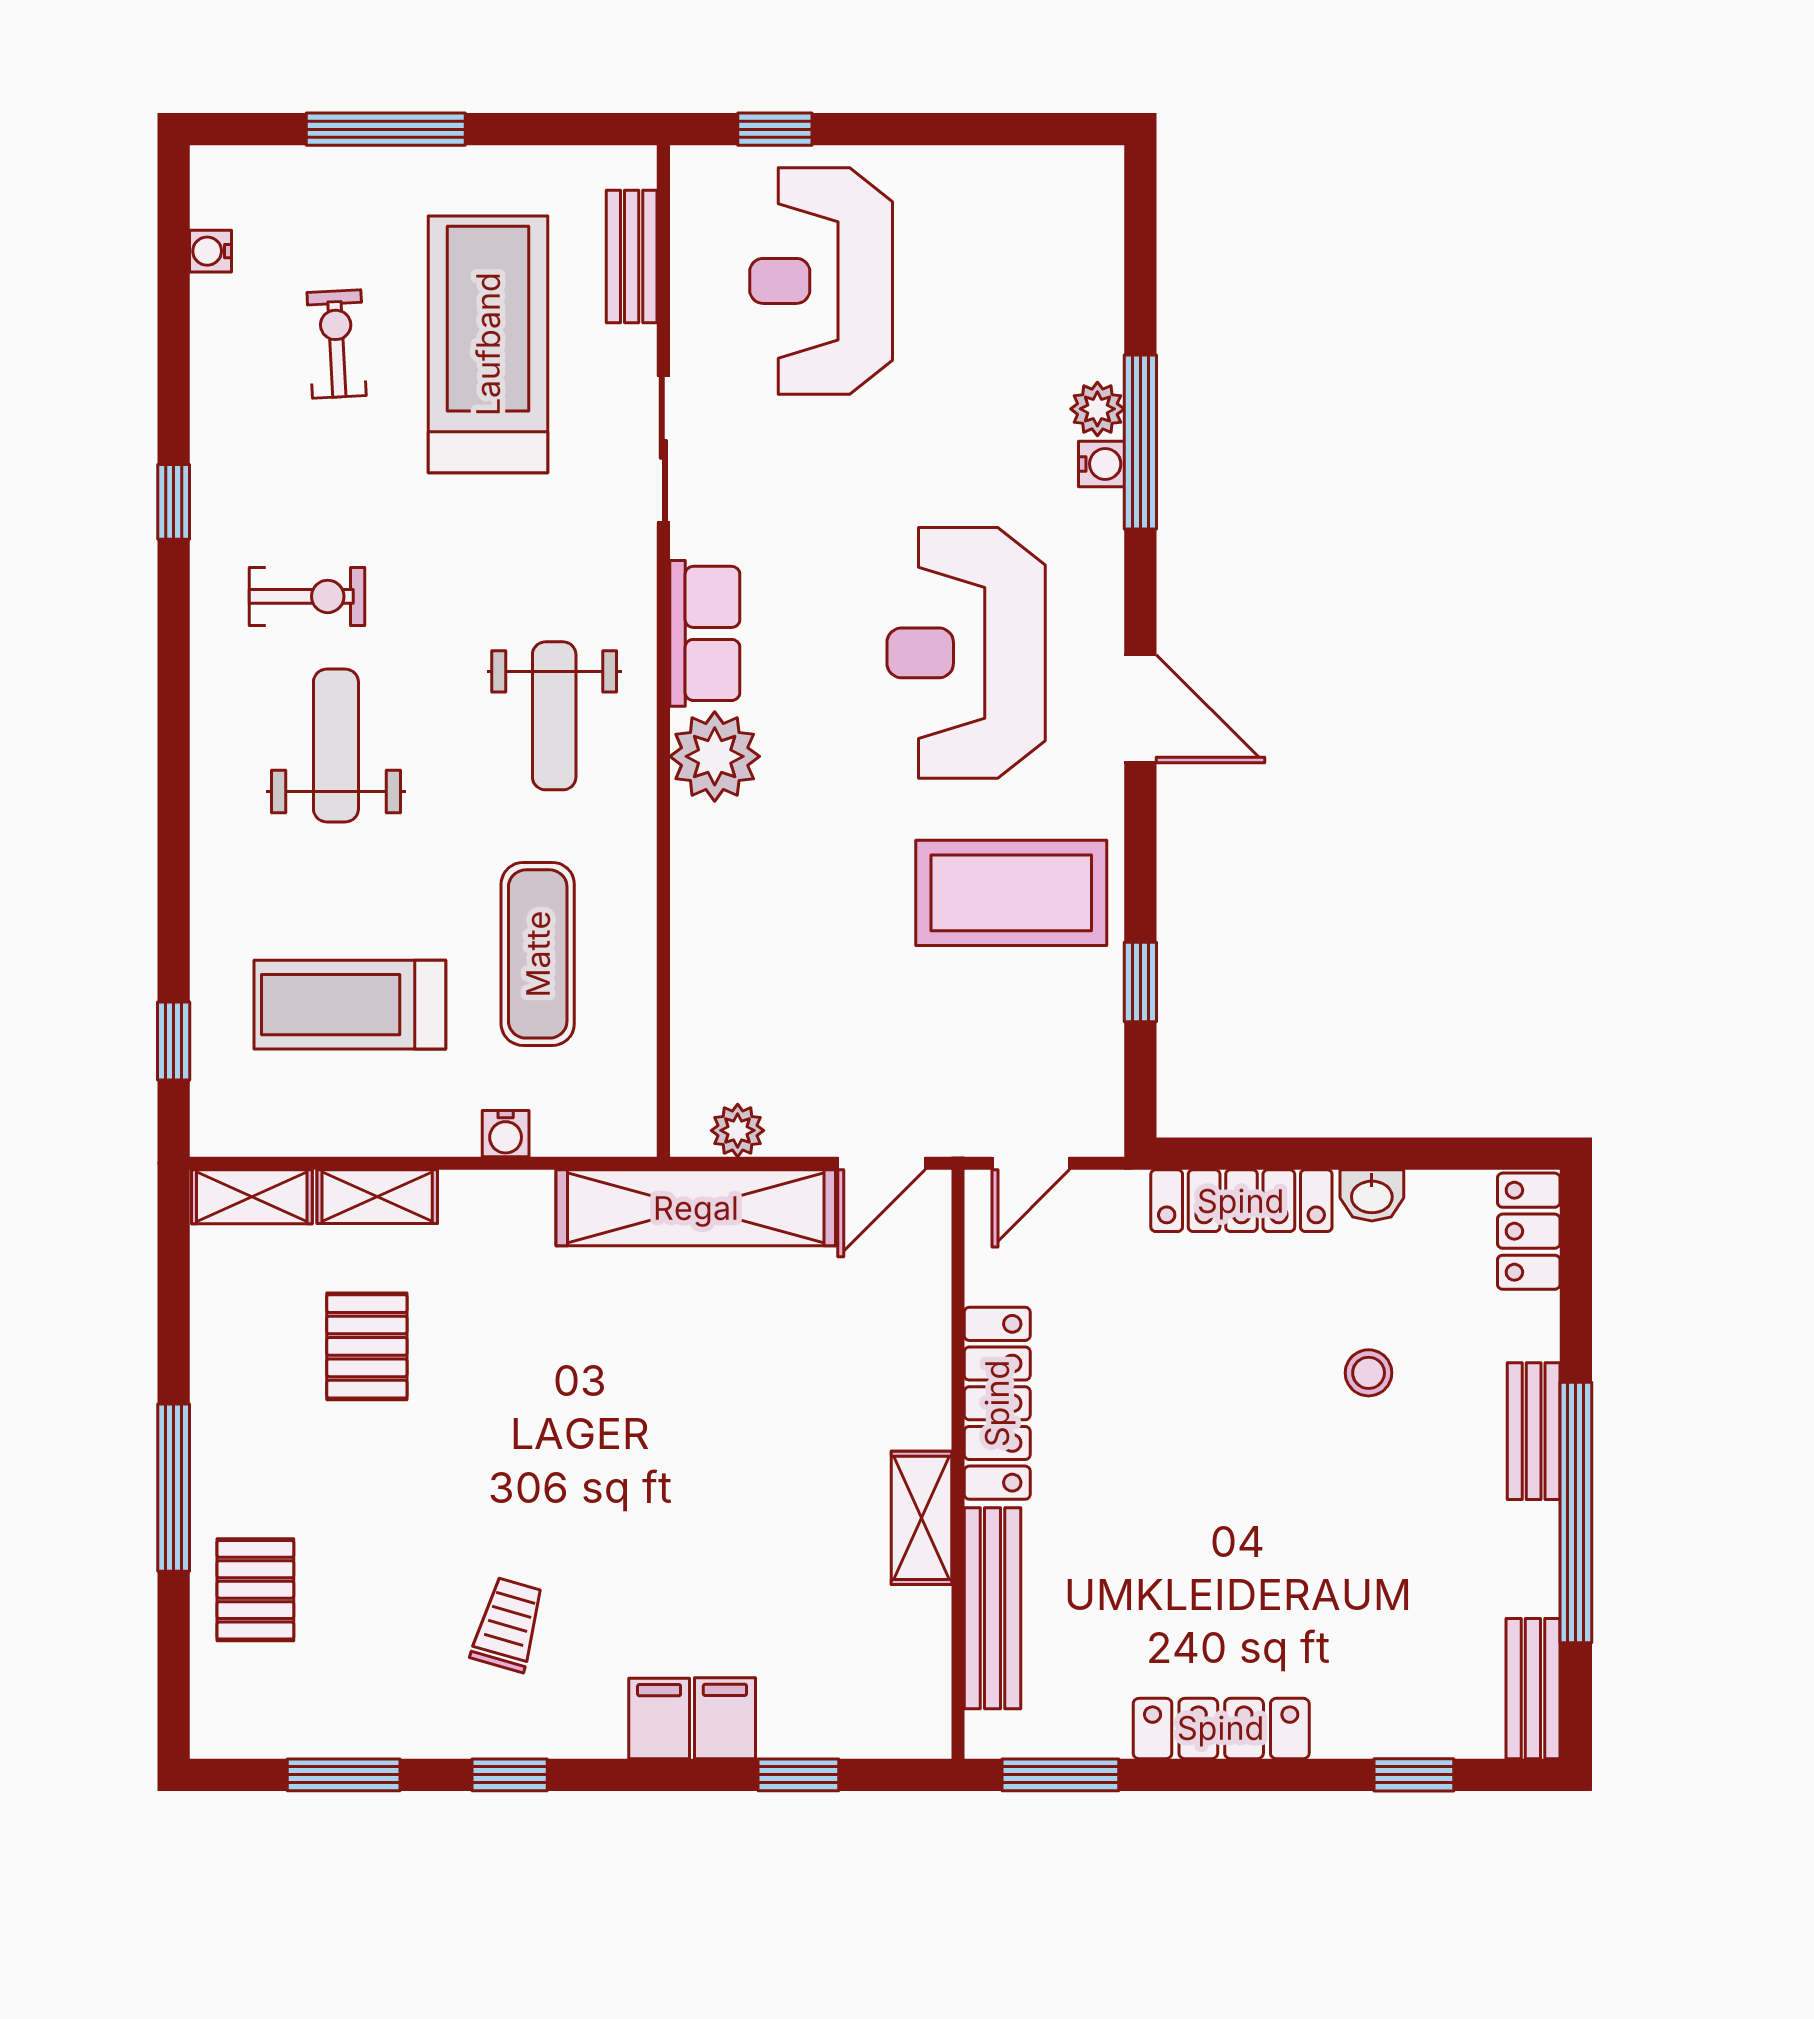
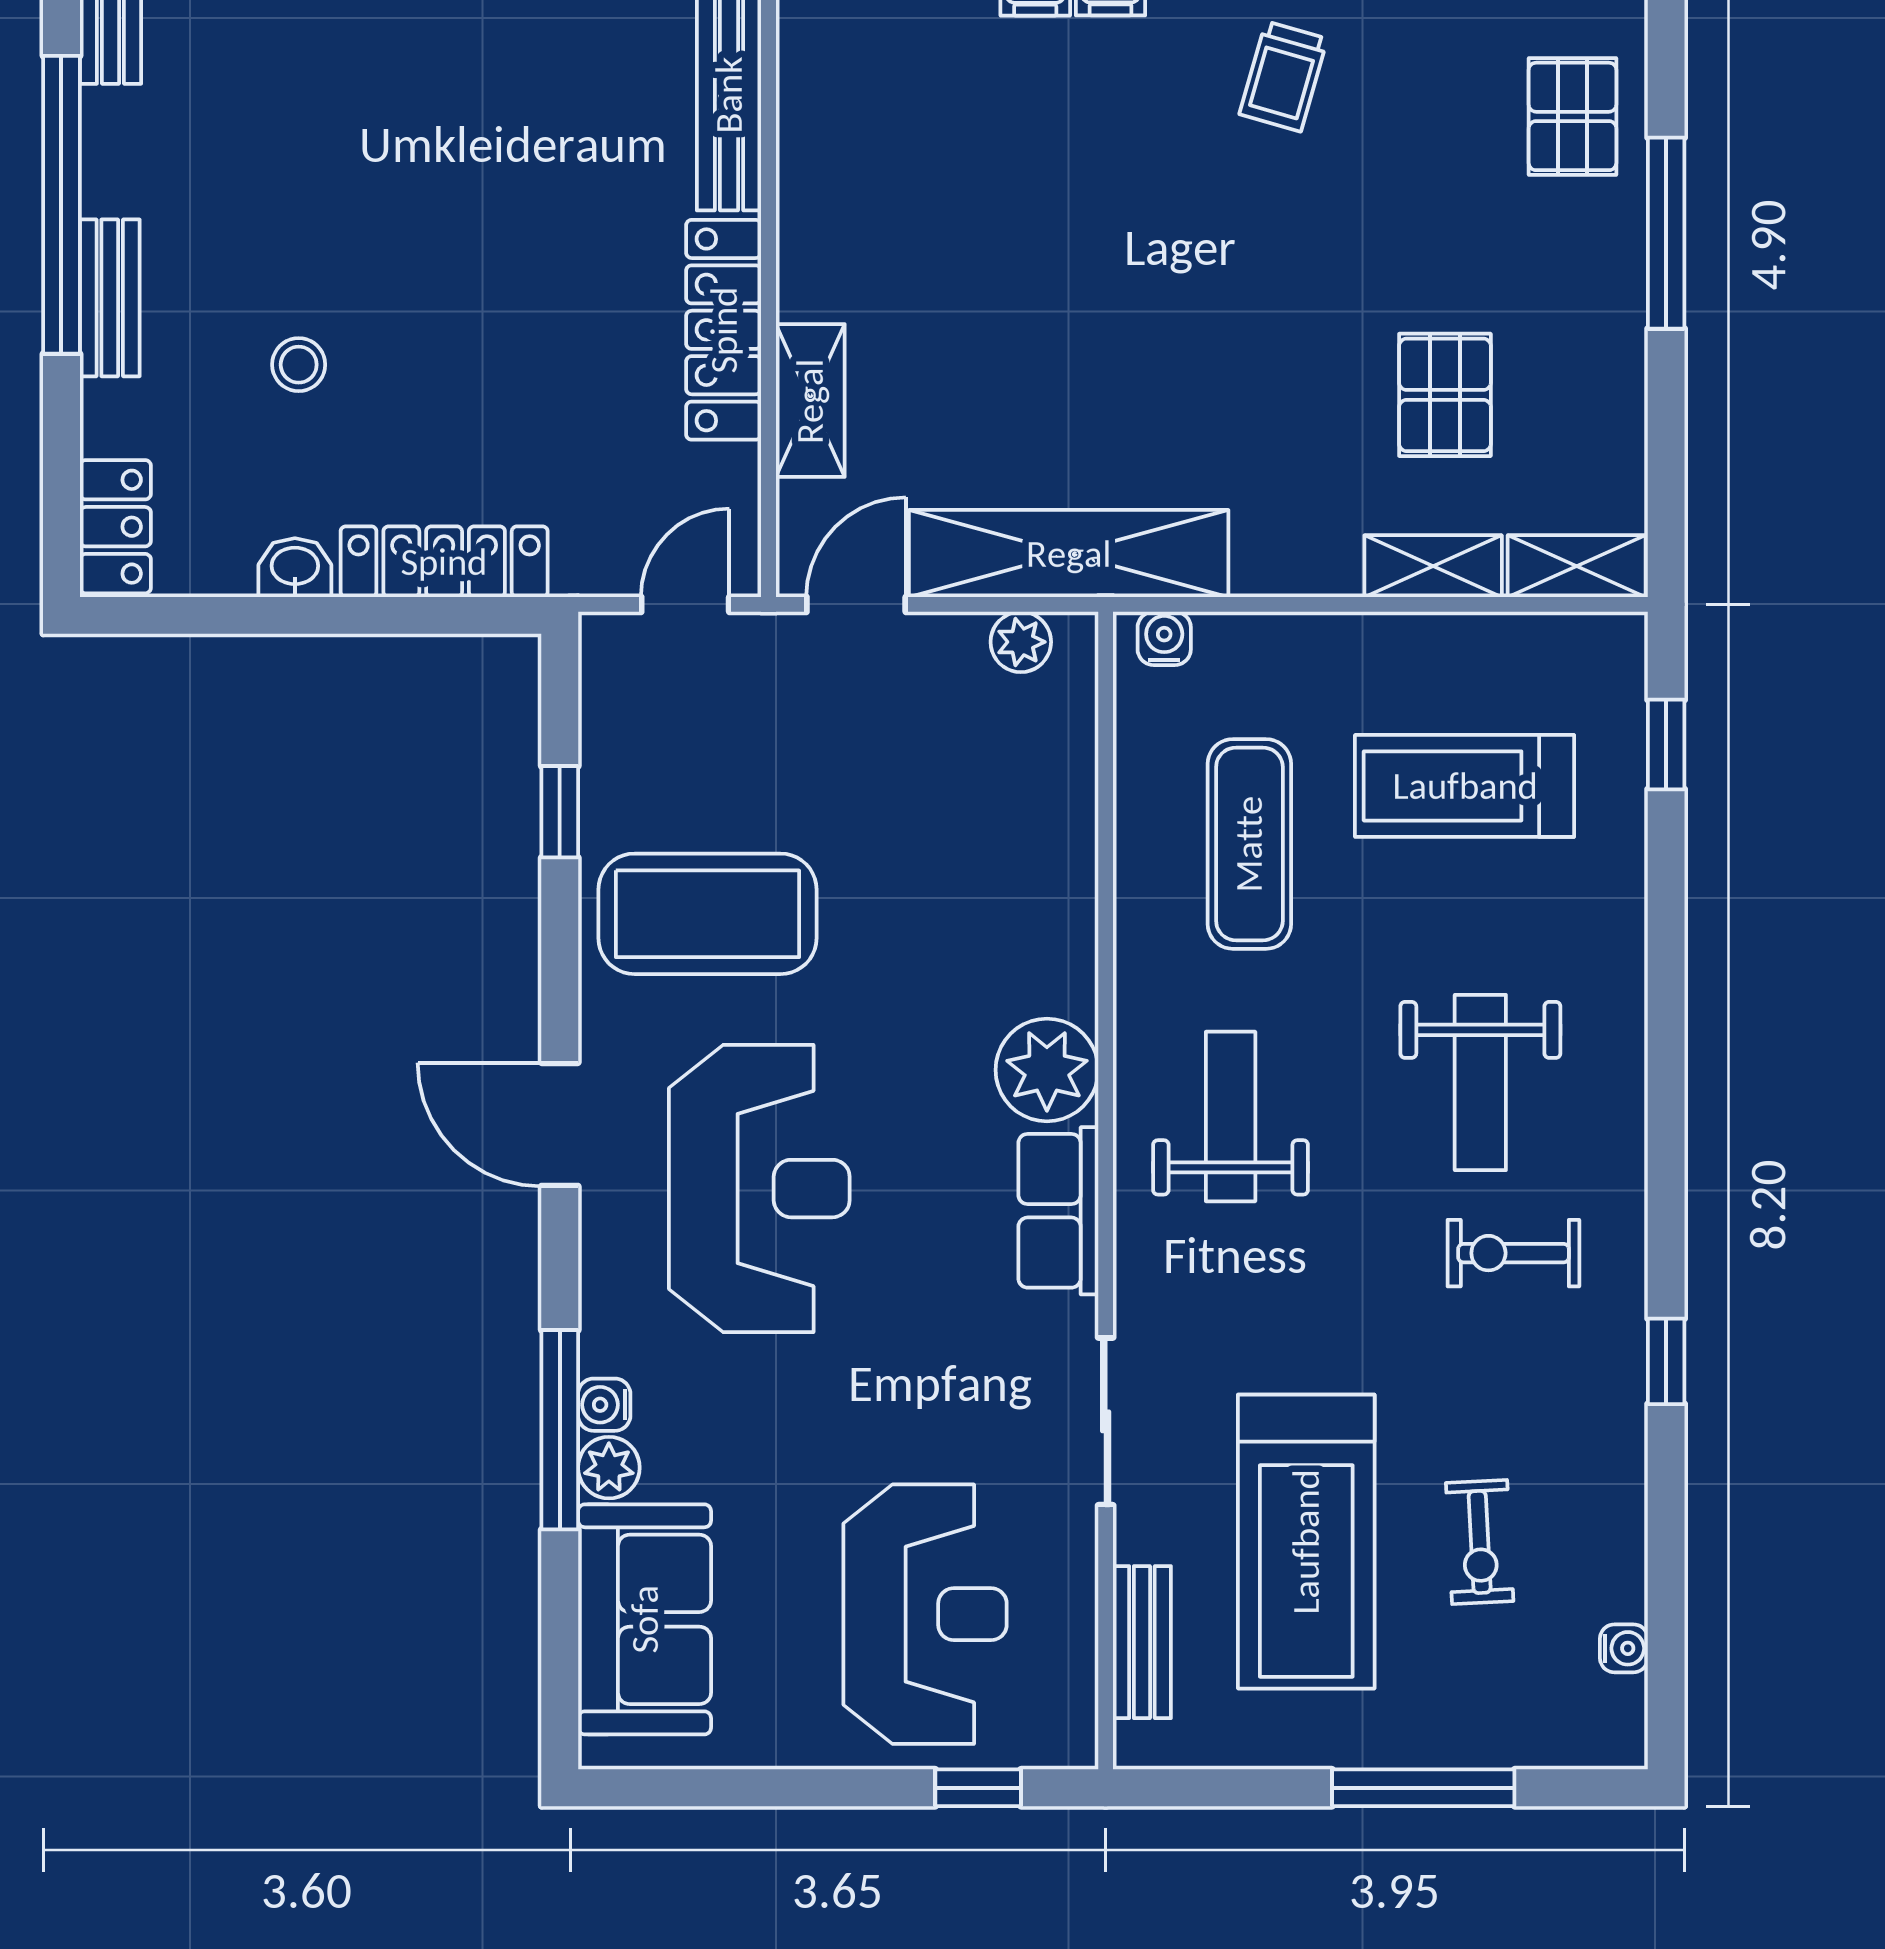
sofa: (1066, 276) -> (645, 1619), added
treadmill: (350, 1005) -> (1465, 786), turned 180
water cooler: (506, 1134) -> (1164, 638), moved
shelving: (921, 1518) -> (810, 401), moved

